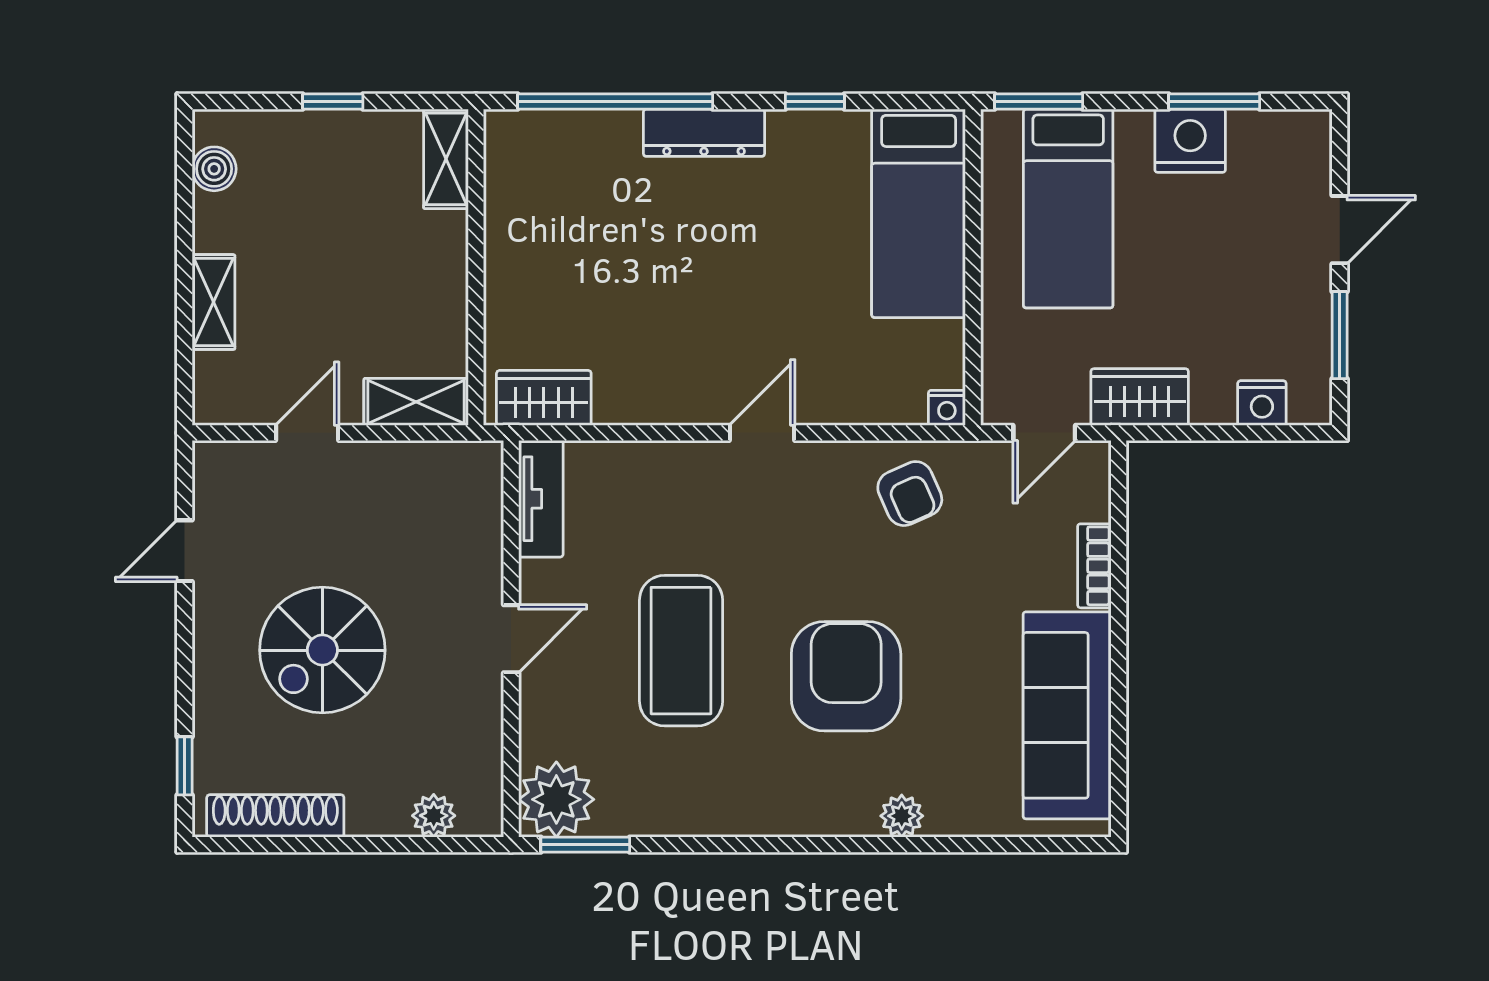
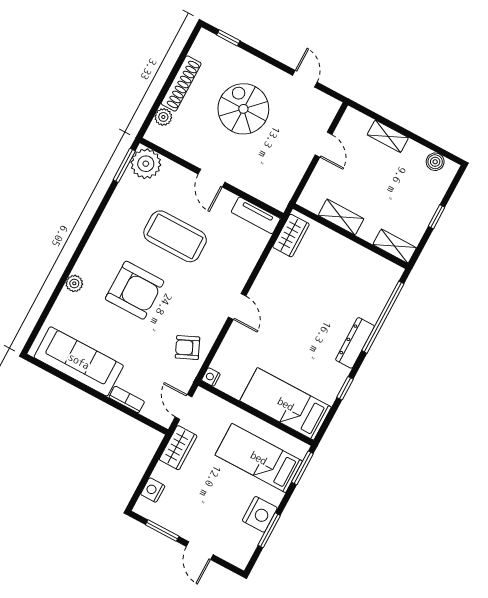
shelving: (416, 402) -> (341, 217), moved, turned 90
shoe rack: (275, 816) -> (181, 83), moved

